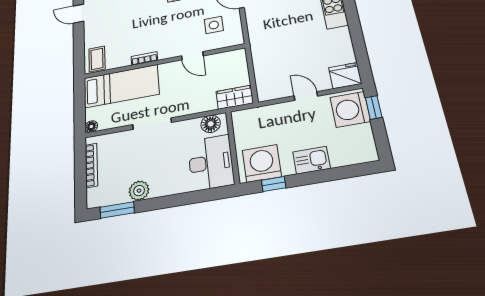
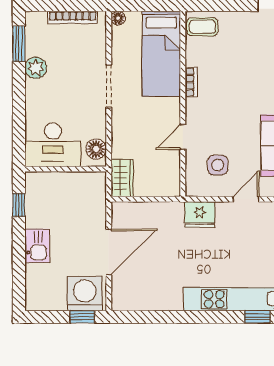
fridge: (345, 76) -> (200, 214), moved, turned 90
door: (306, 96) -> (109, 252), width x1.87
washing machine: (262, 163) -> (43, 196), removed

